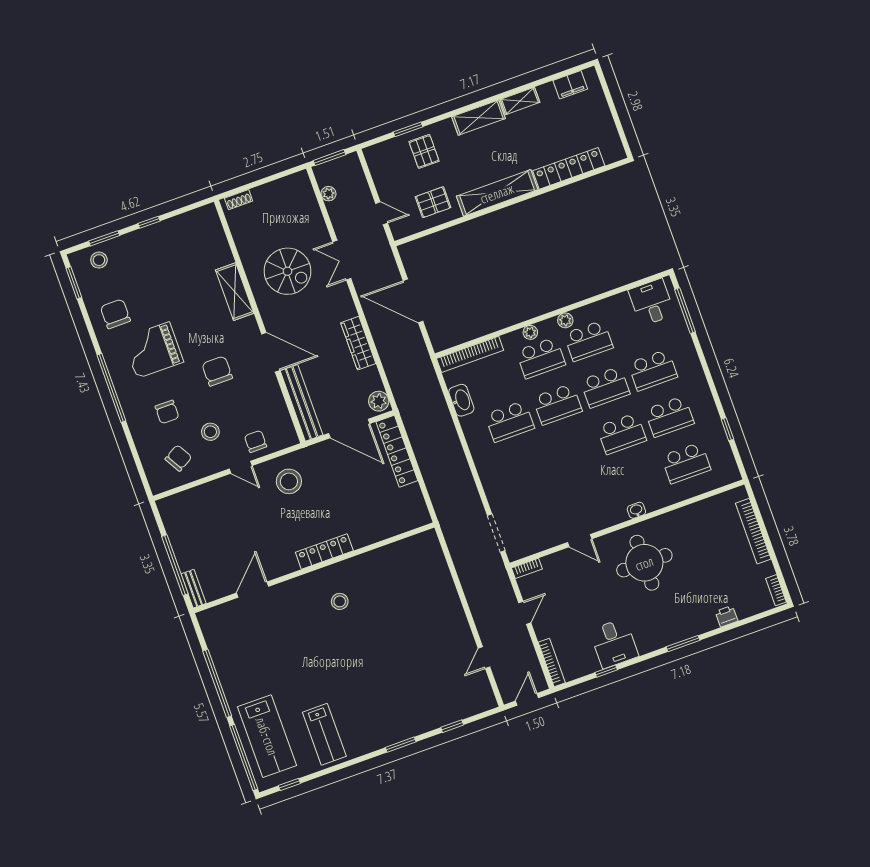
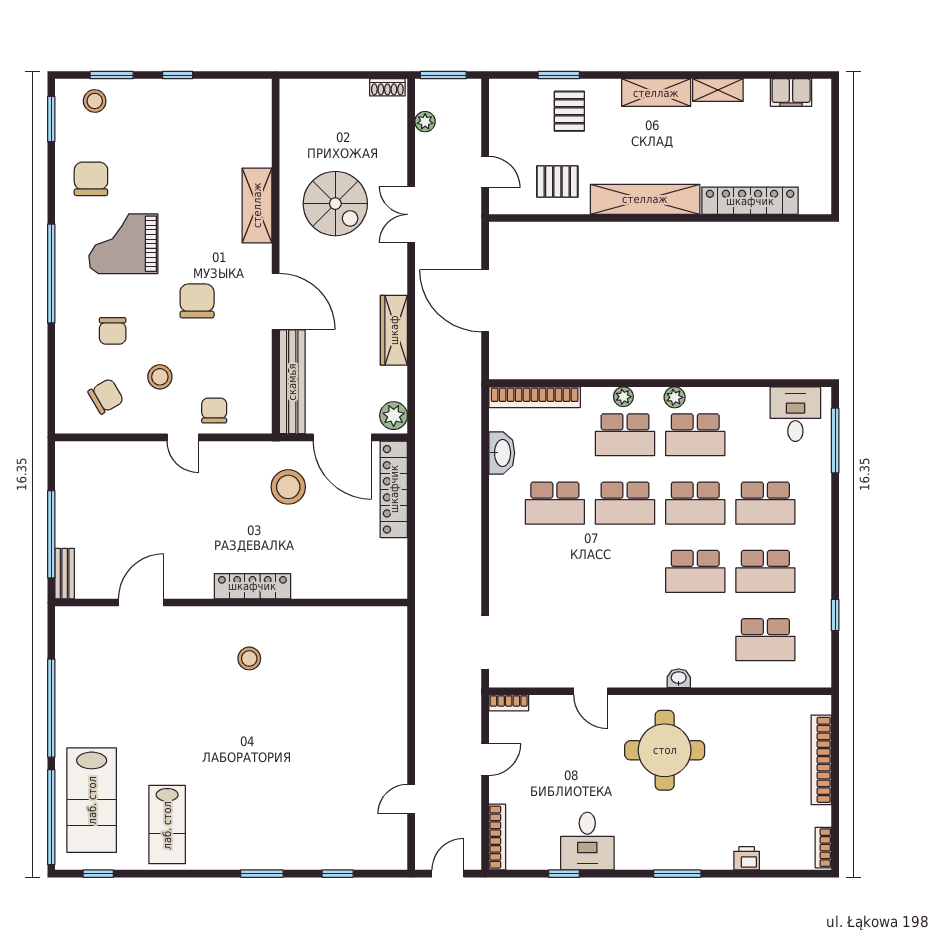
shoe rack: (239, 200) -> (387, 87), moved
stool: (289, 481) -> (288, 487), moved

